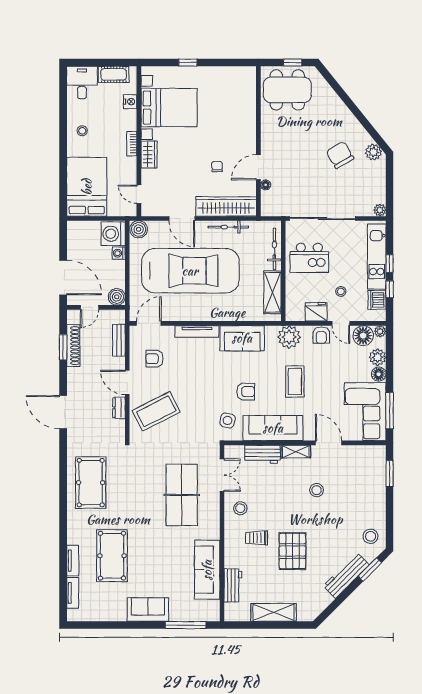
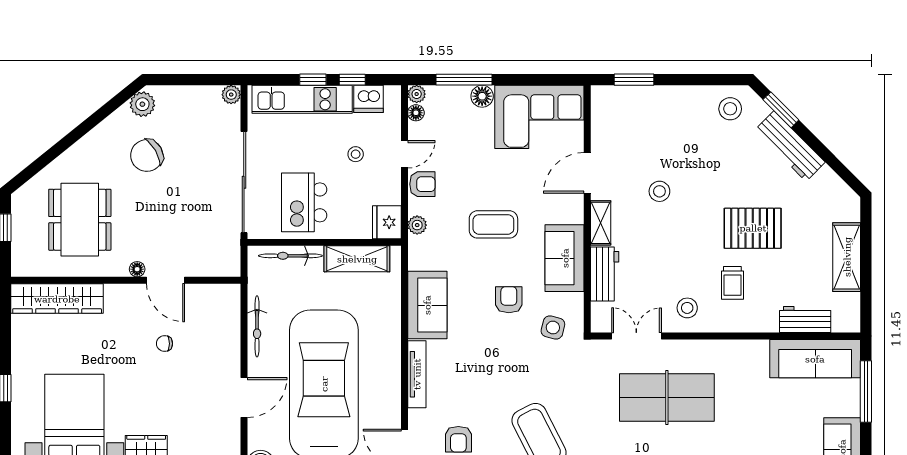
dining table: (287, 90) -> (80, 220), moved
floor lamp: (266, 185) -> (137, 269), moved
wardrobe: (226, 207) -> (57, 299), moved, turned -90
kitchen island: (309, 258) -> (304, 202), turned 180
fridge: (316, 312) -> (387, 222), moved
floor lamp: (363, 336) -> (416, 113), width x0.53, depth x0.53
plant: (289, 337) -> (417, 225), width x0.53, depth x0.53
plant: (378, 357) -> (456, 98), removed
window: (390, 411) -> (464, 80), moved
sofa: (273, 428) -> (565, 258), width x0.73
sofa: (207, 570) -> (815, 359), moved

